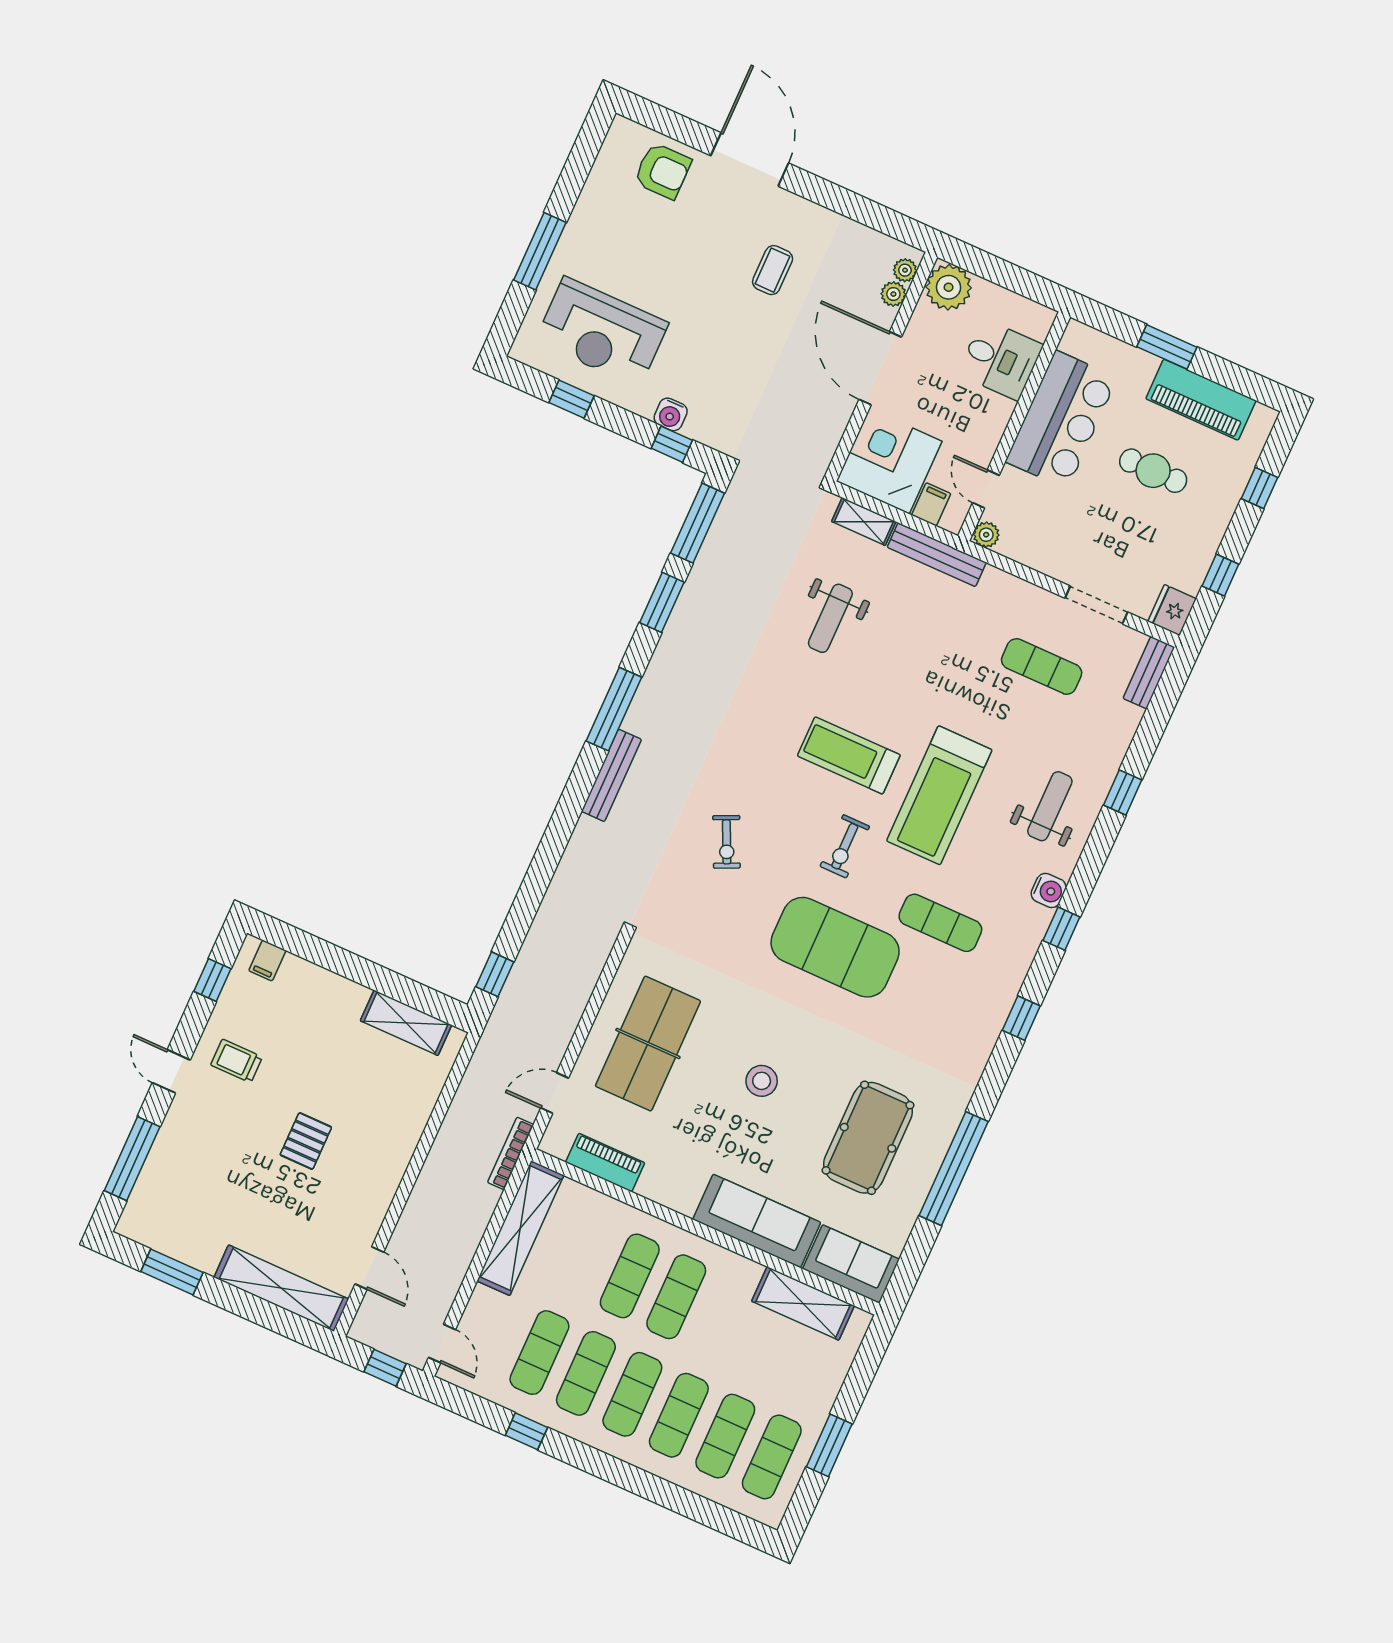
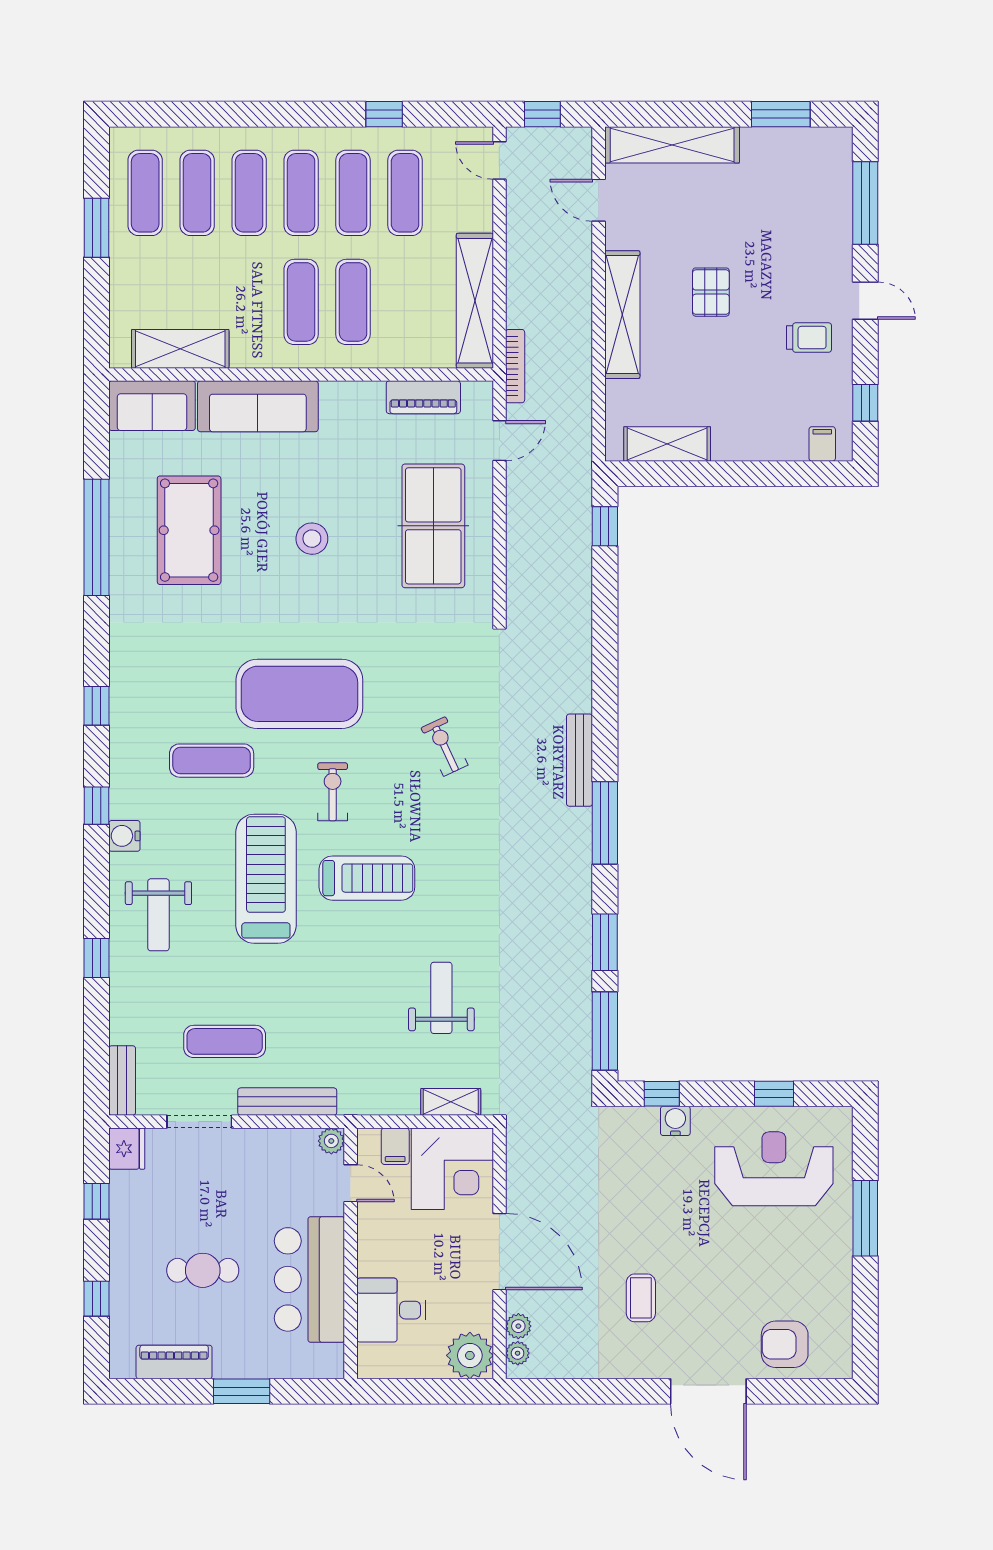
piano: (1201, 400) -> (174, 1362), width x0.73, depth x0.75
bench: (937, 555) -> (287, 1102), moved
shelving: (394, 1156) -> (622, 315), added

